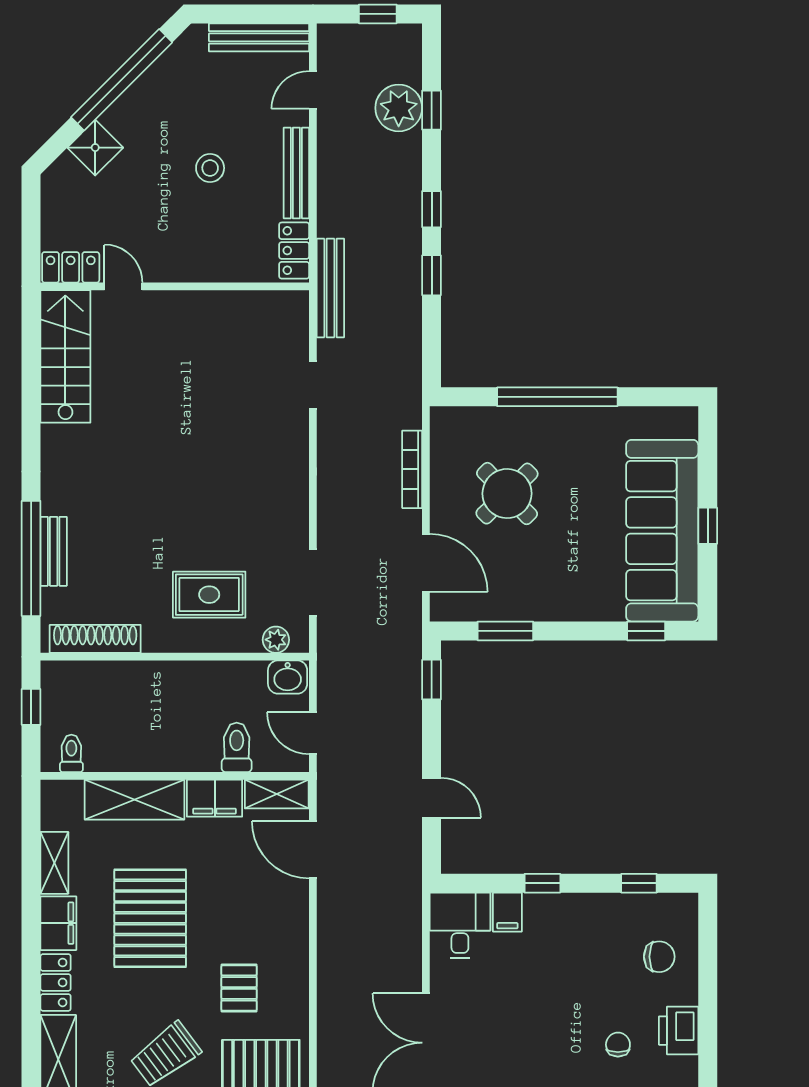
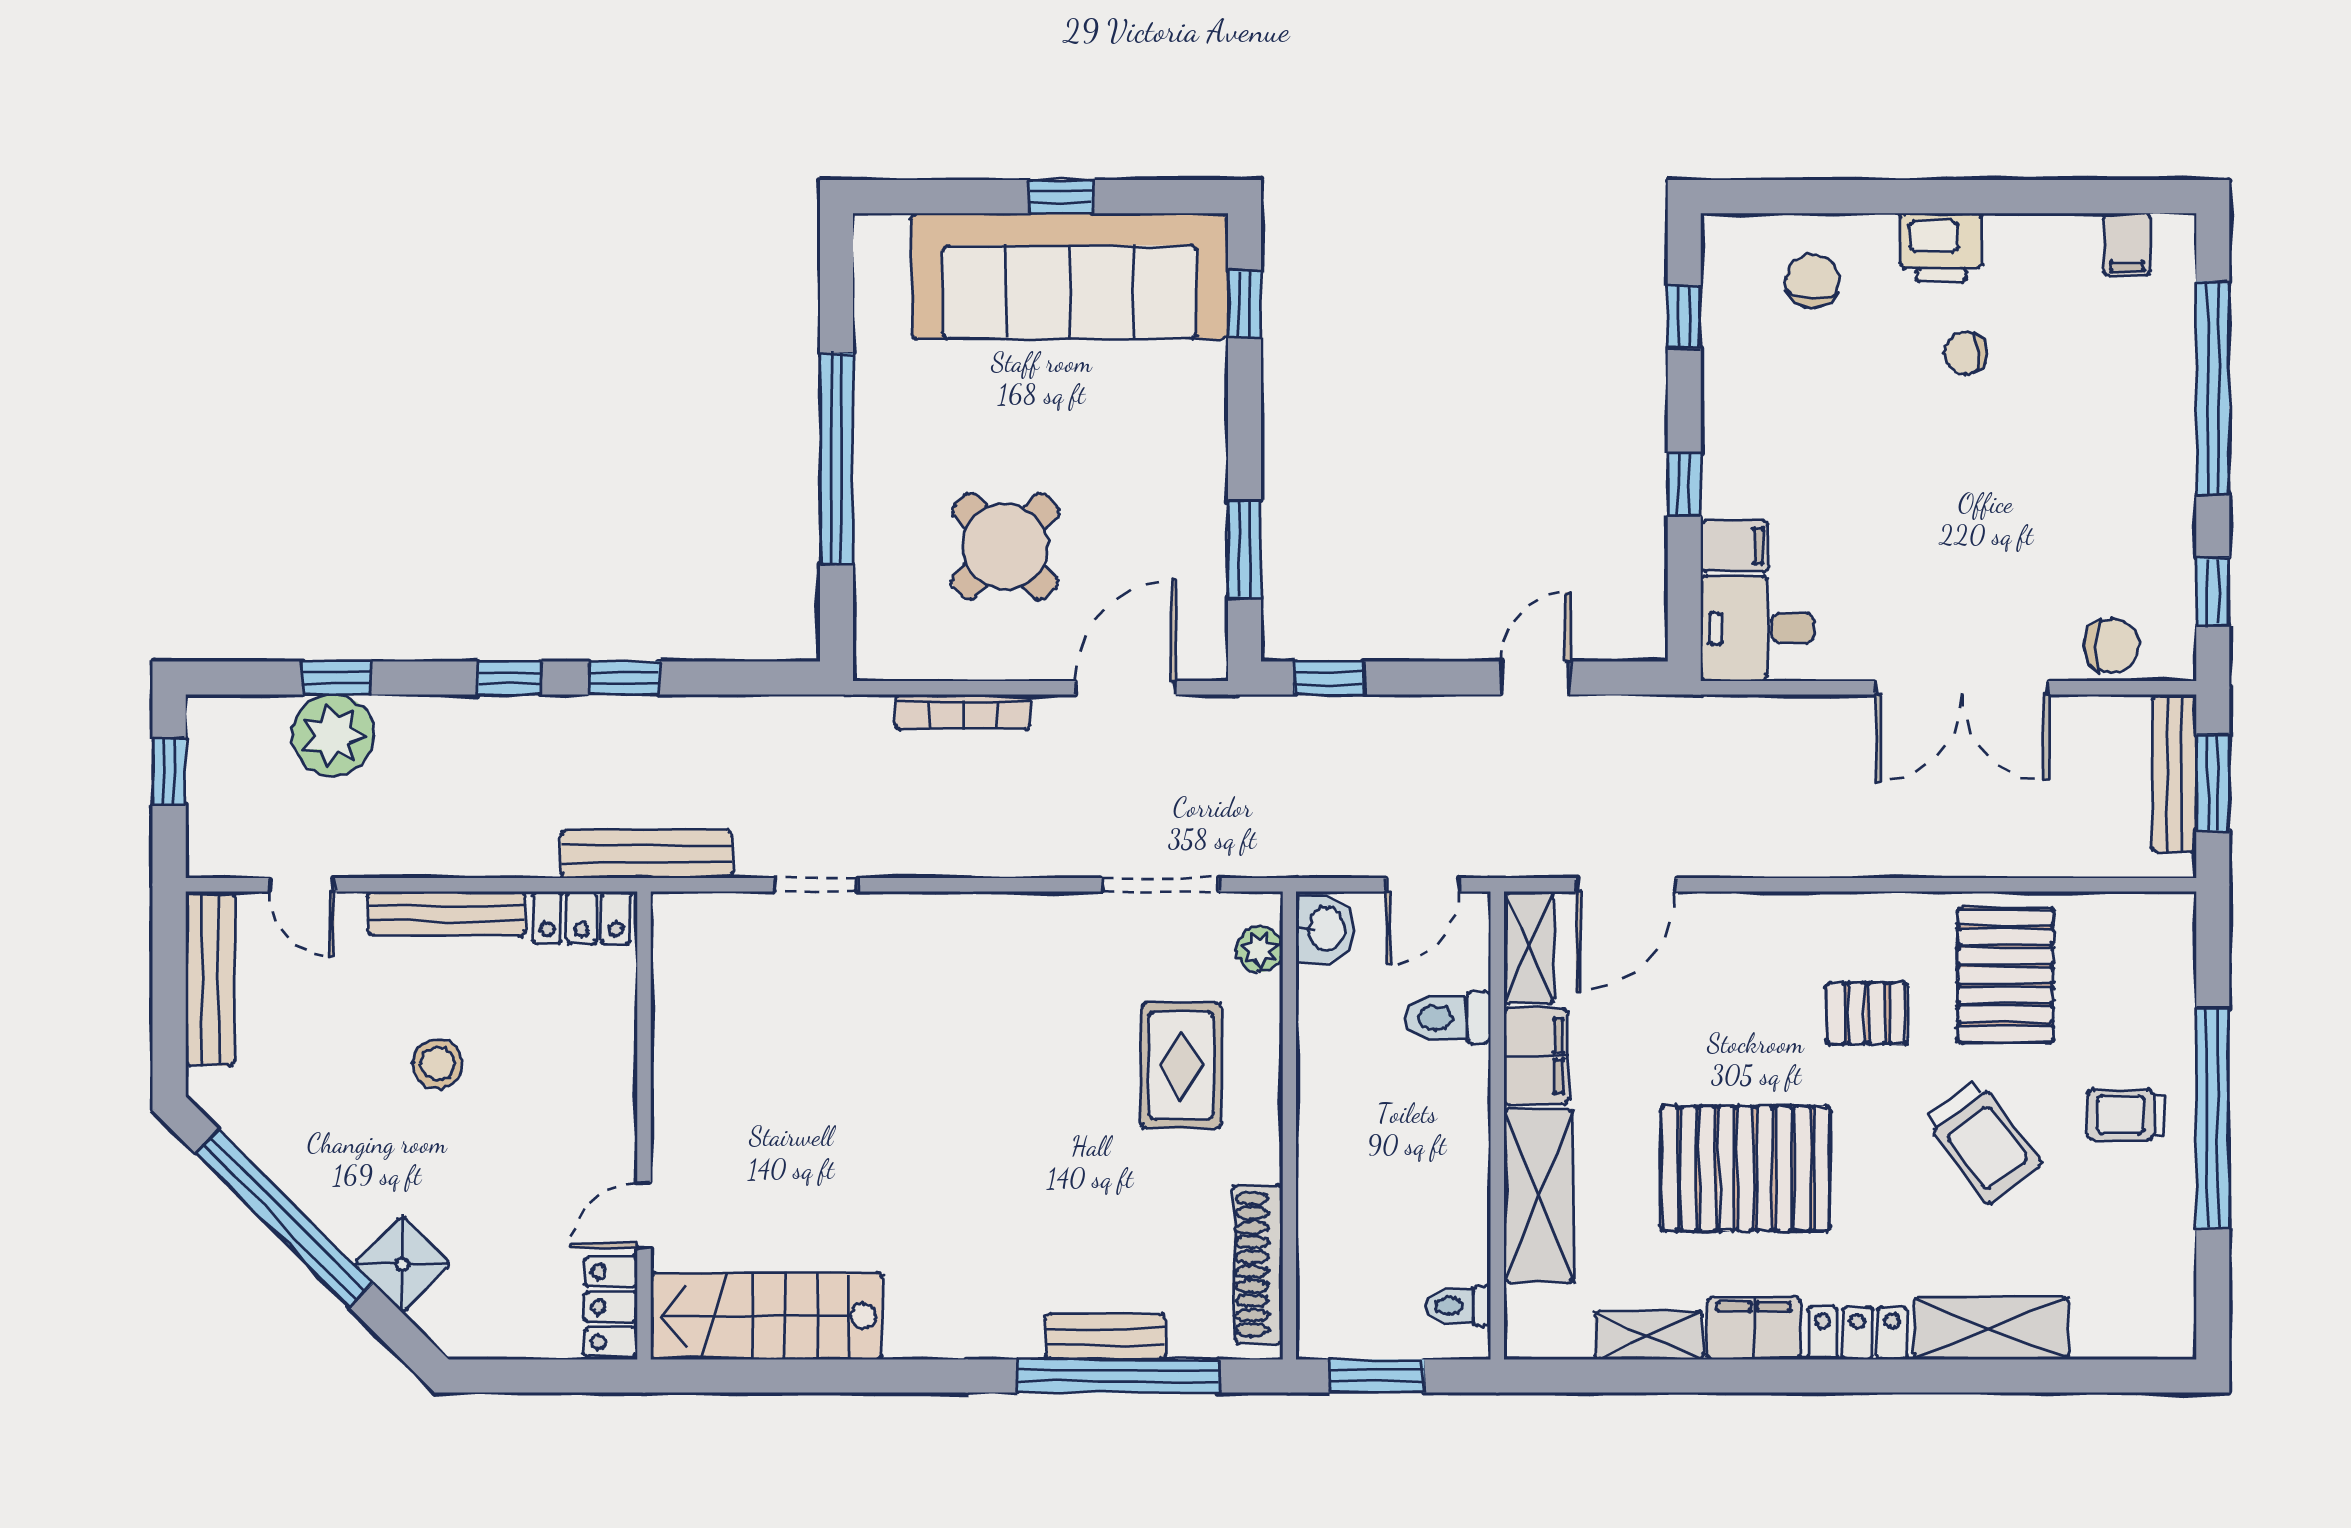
window: (31, 707) -> (1377, 1376), width x1.50

